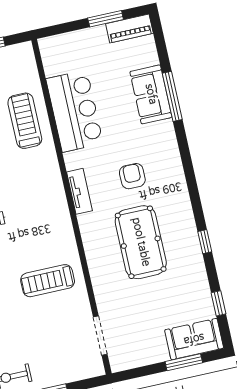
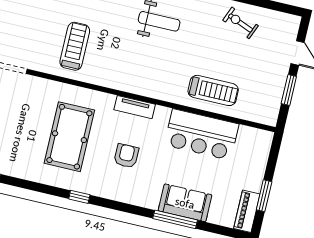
armchair: (132, 176) -> (126, 156), turned -90
pool table: (141, 242) -> (69, 137), turned 90
window: (205, 242) -> (79, 197), moved

